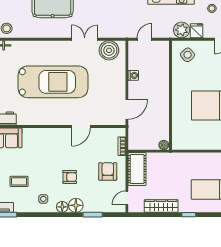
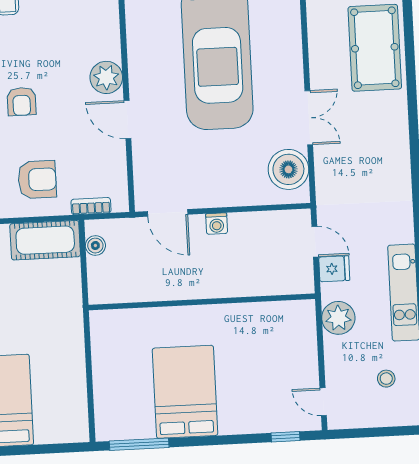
fridge: (196, 31) -> (334, 269), moved
side table: (188, 55) -> (287, 333), removed
washing machine: (133, 75) -> (217, 224), moved
plant: (60, 136) -> (106, 77), added
boiler: (164, 145) -> (95, 246), moved

